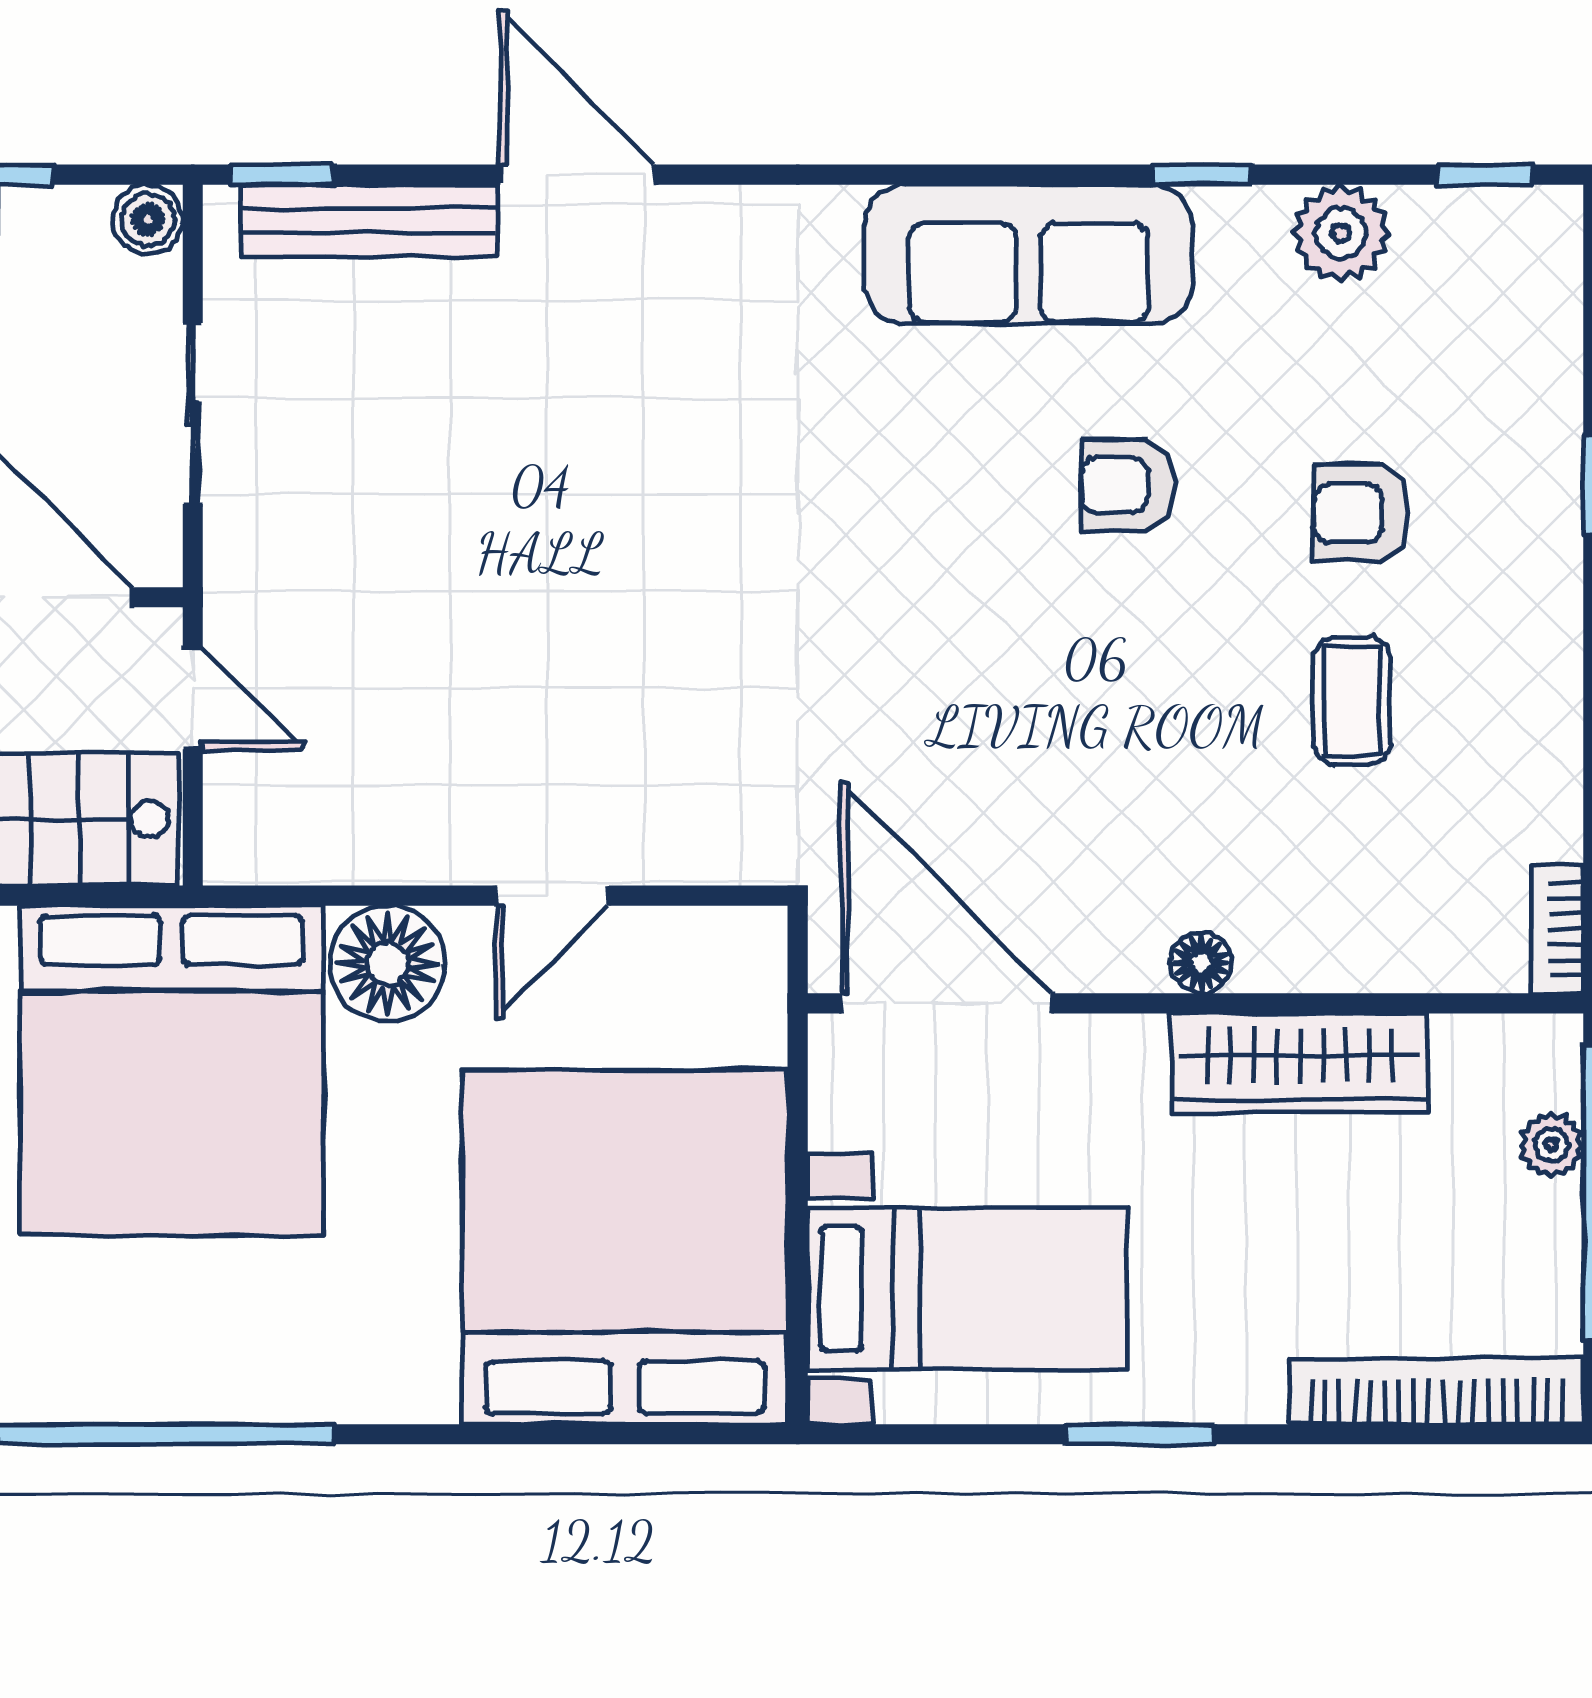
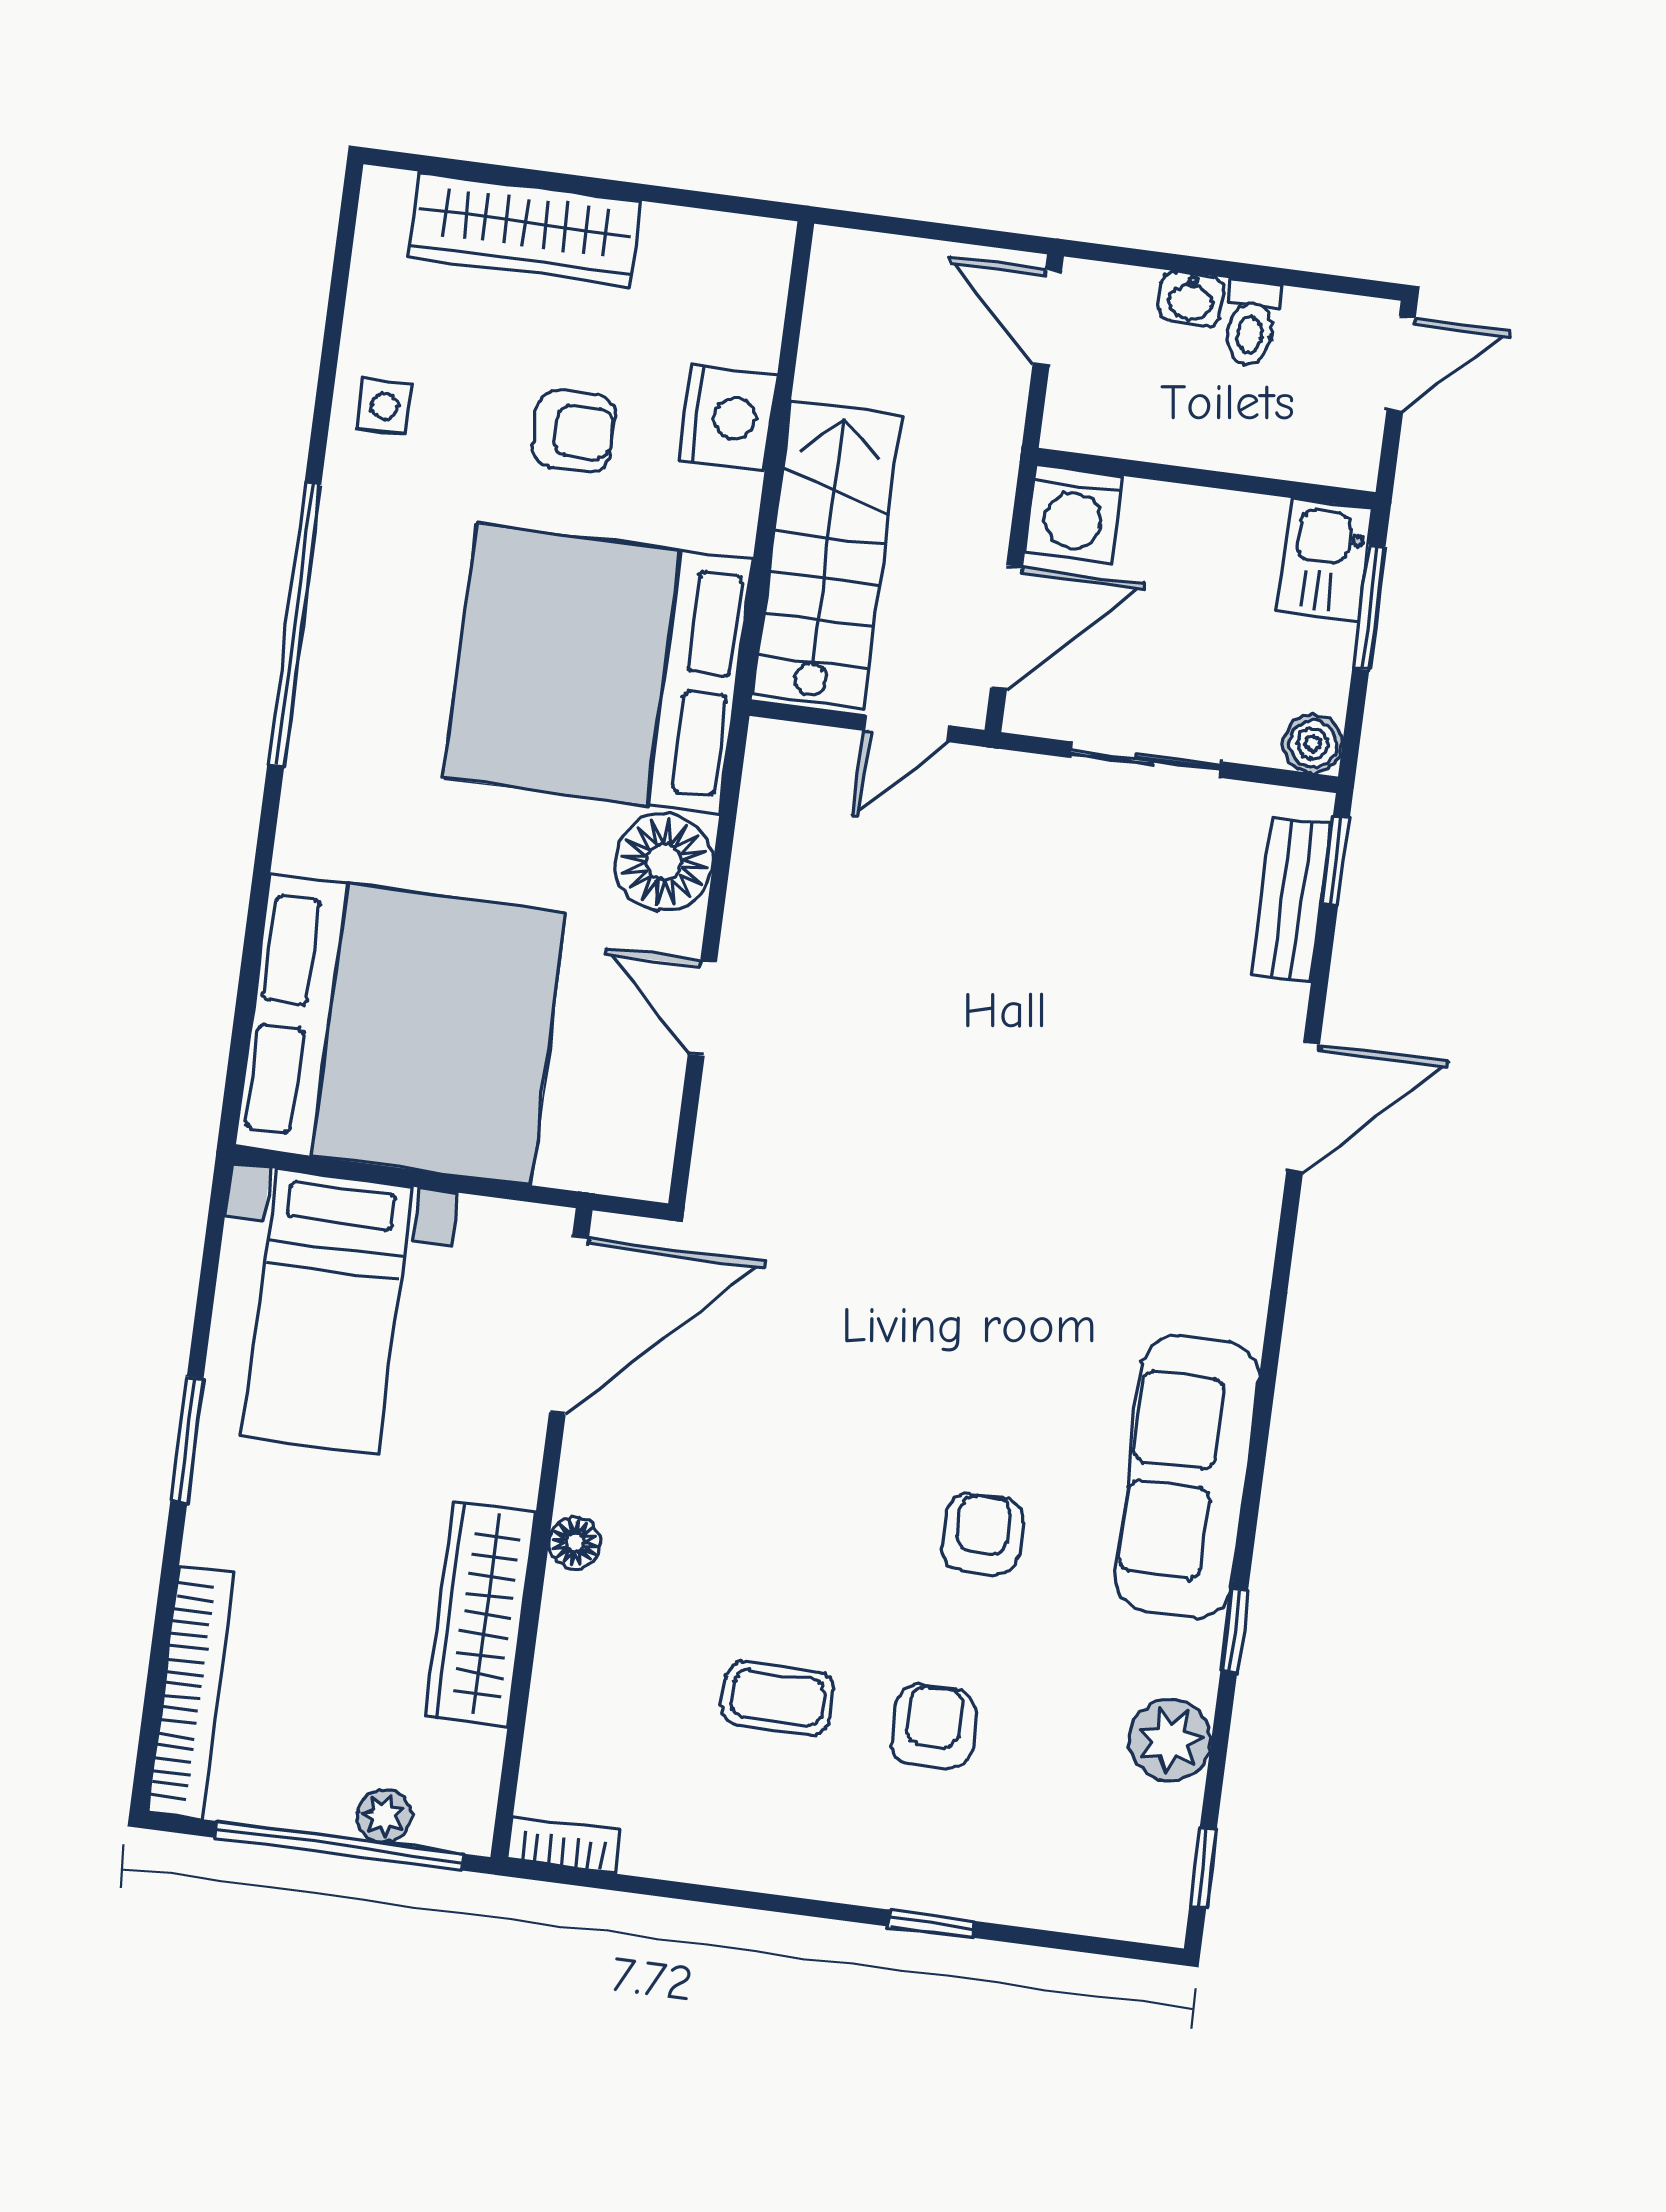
bench: (369, 220) -> (1291, 899), width x0.73

